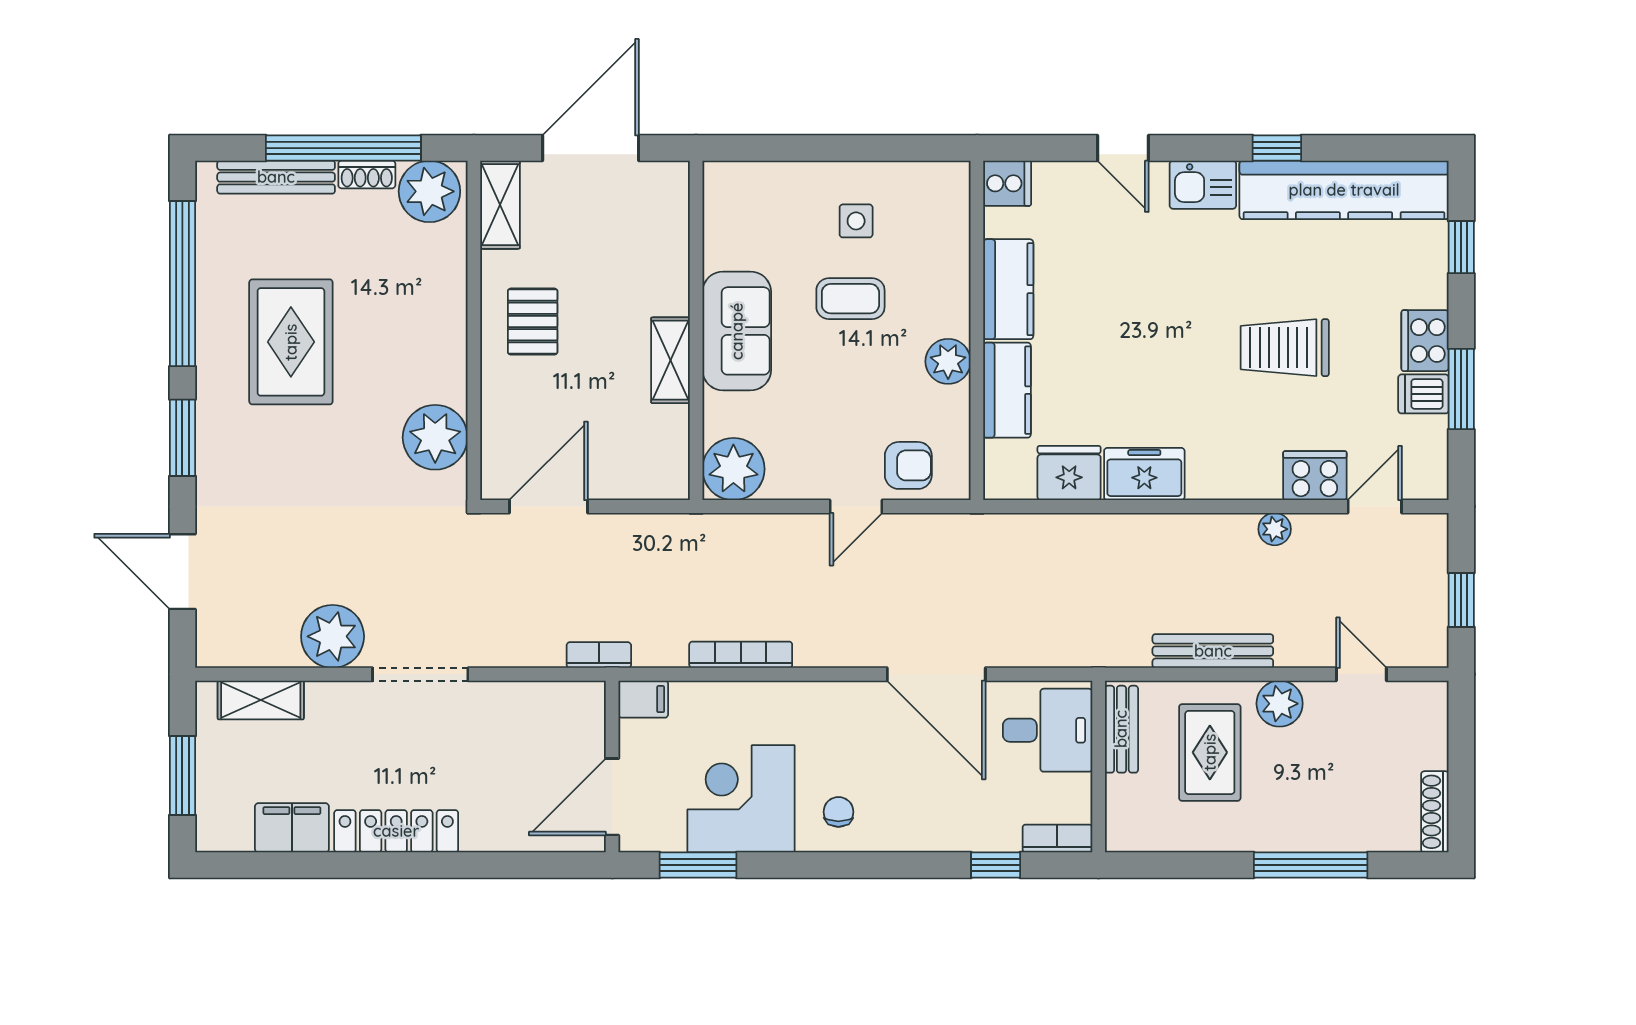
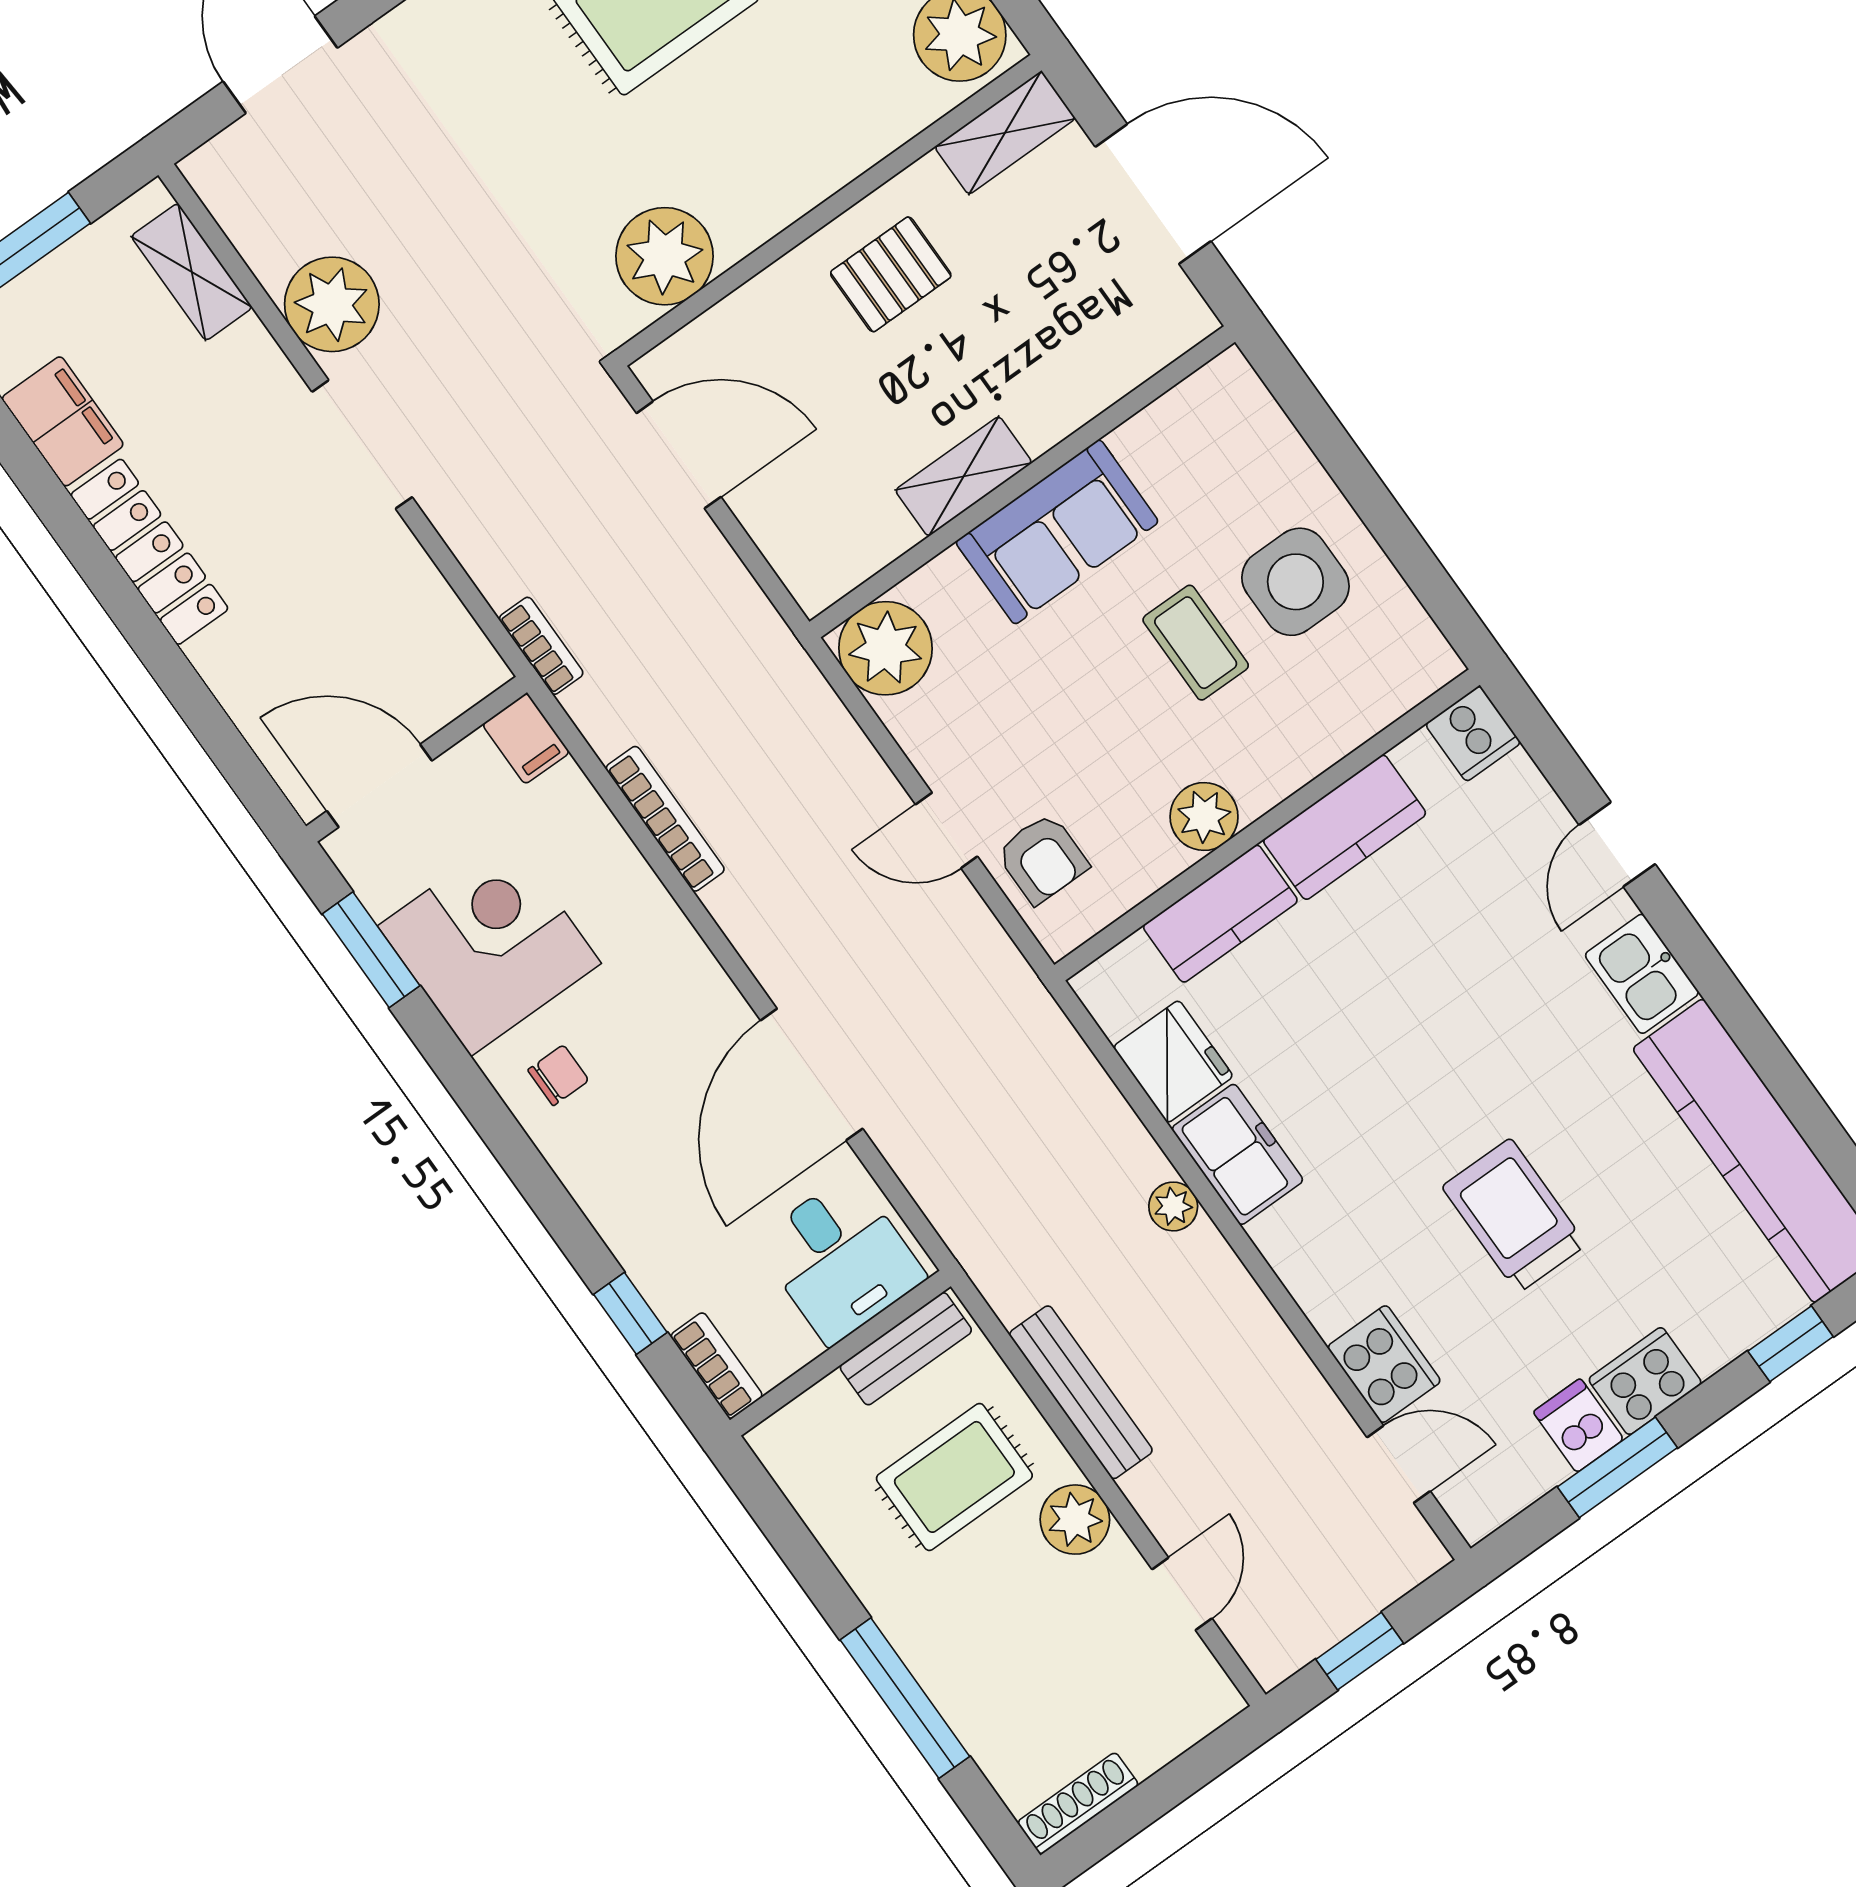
window: (1277, 148) -> (1751, 1032), removed
side table: (856, 221) -> (1295, 582), width x1.87, depth x1.87
plant: (1275, 529) -> (1173, 1206), moved

